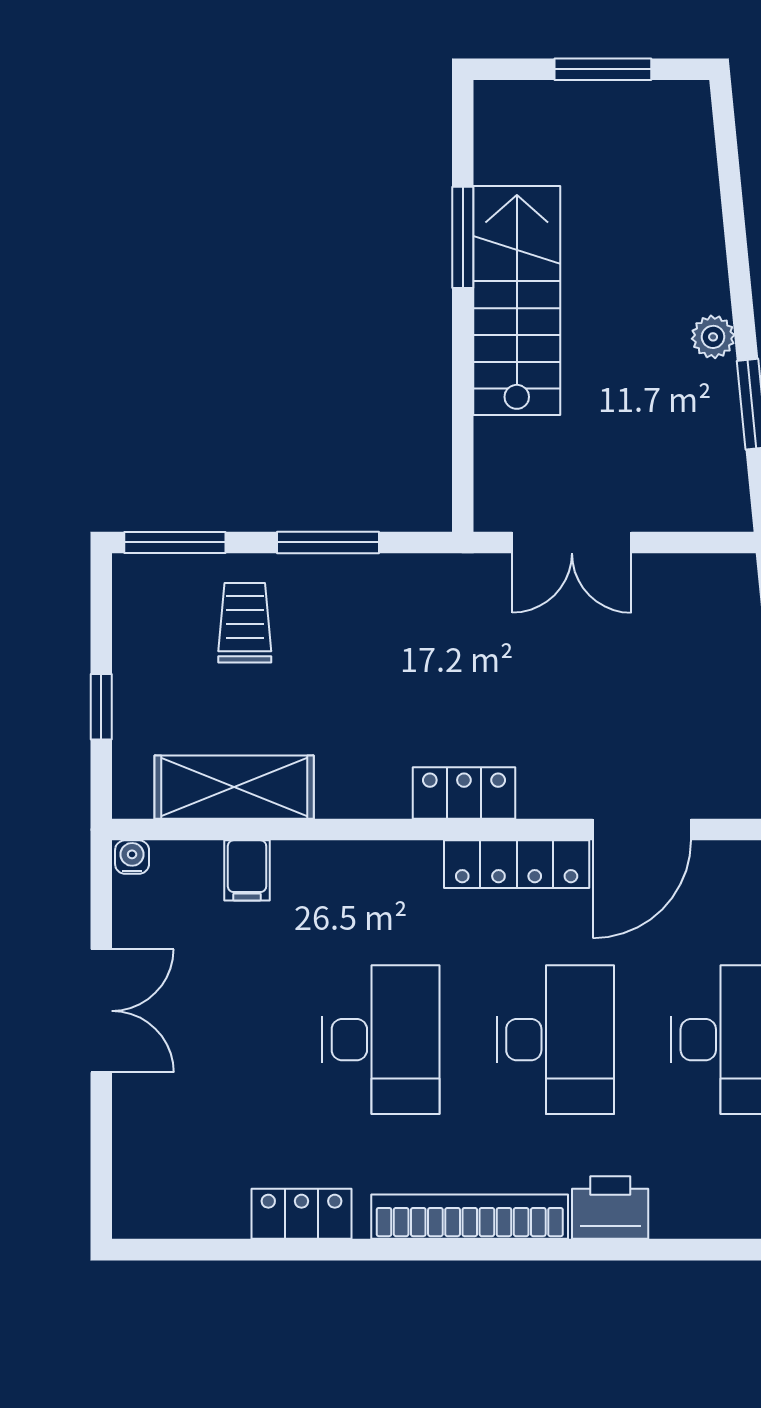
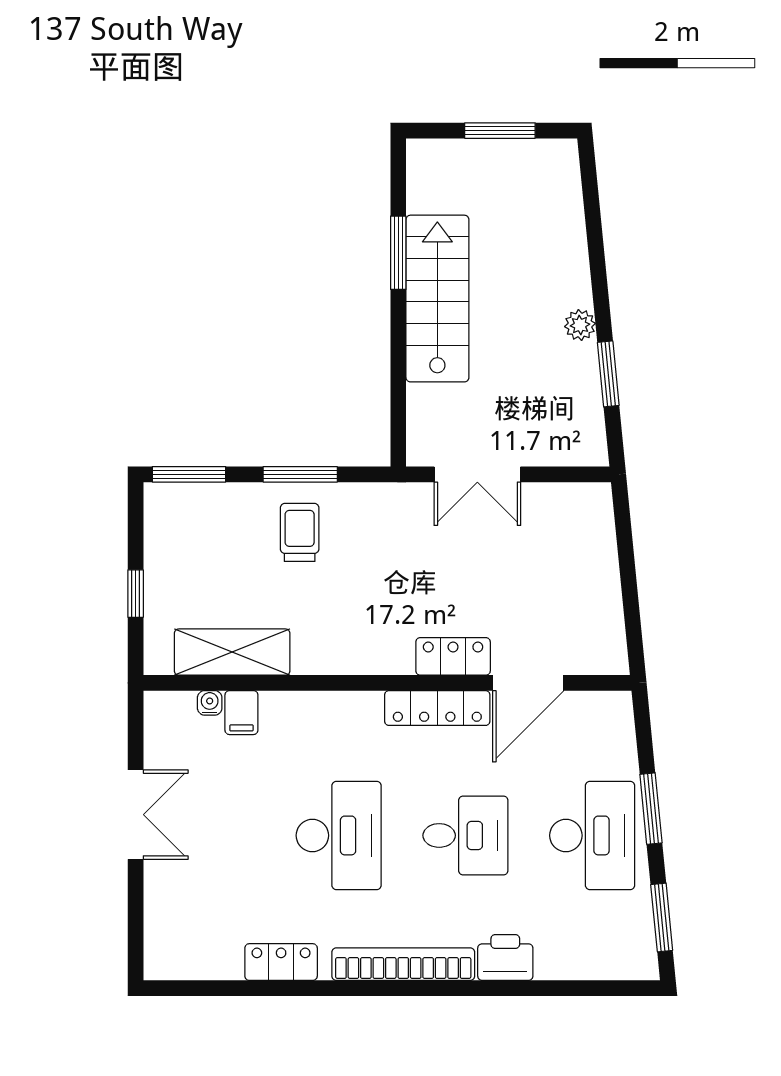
trolley: (245, 623) -> (300, 532), moved
locker: (464, 793) -> (453, 656), moved
water cooler: (132, 857) -> (210, 703), moved
desk: (555, 1040) -> (465, 835), width x0.73

